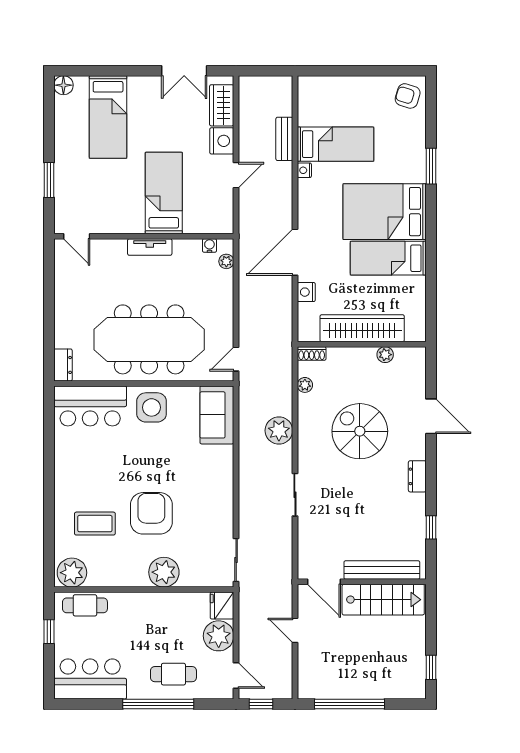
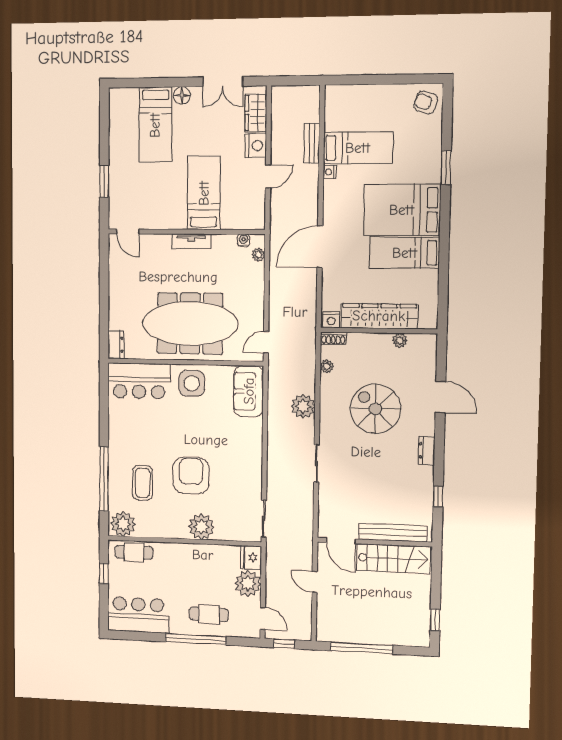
floor lamp: (63, 85) -> (182, 95), moved
nightstand: (306, 292) -> (331, 320), moved, turned -90
window: (49, 521) -> (104, 479), added
coffee table: (95, 524) -> (143, 483), turned 90

